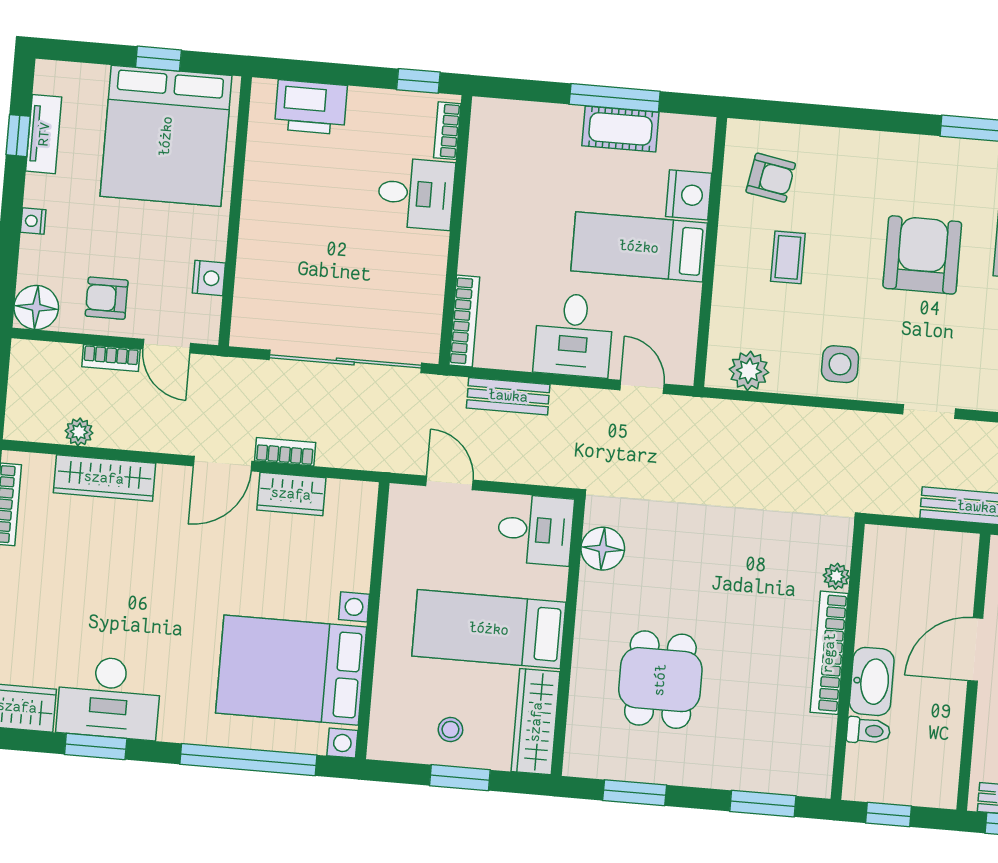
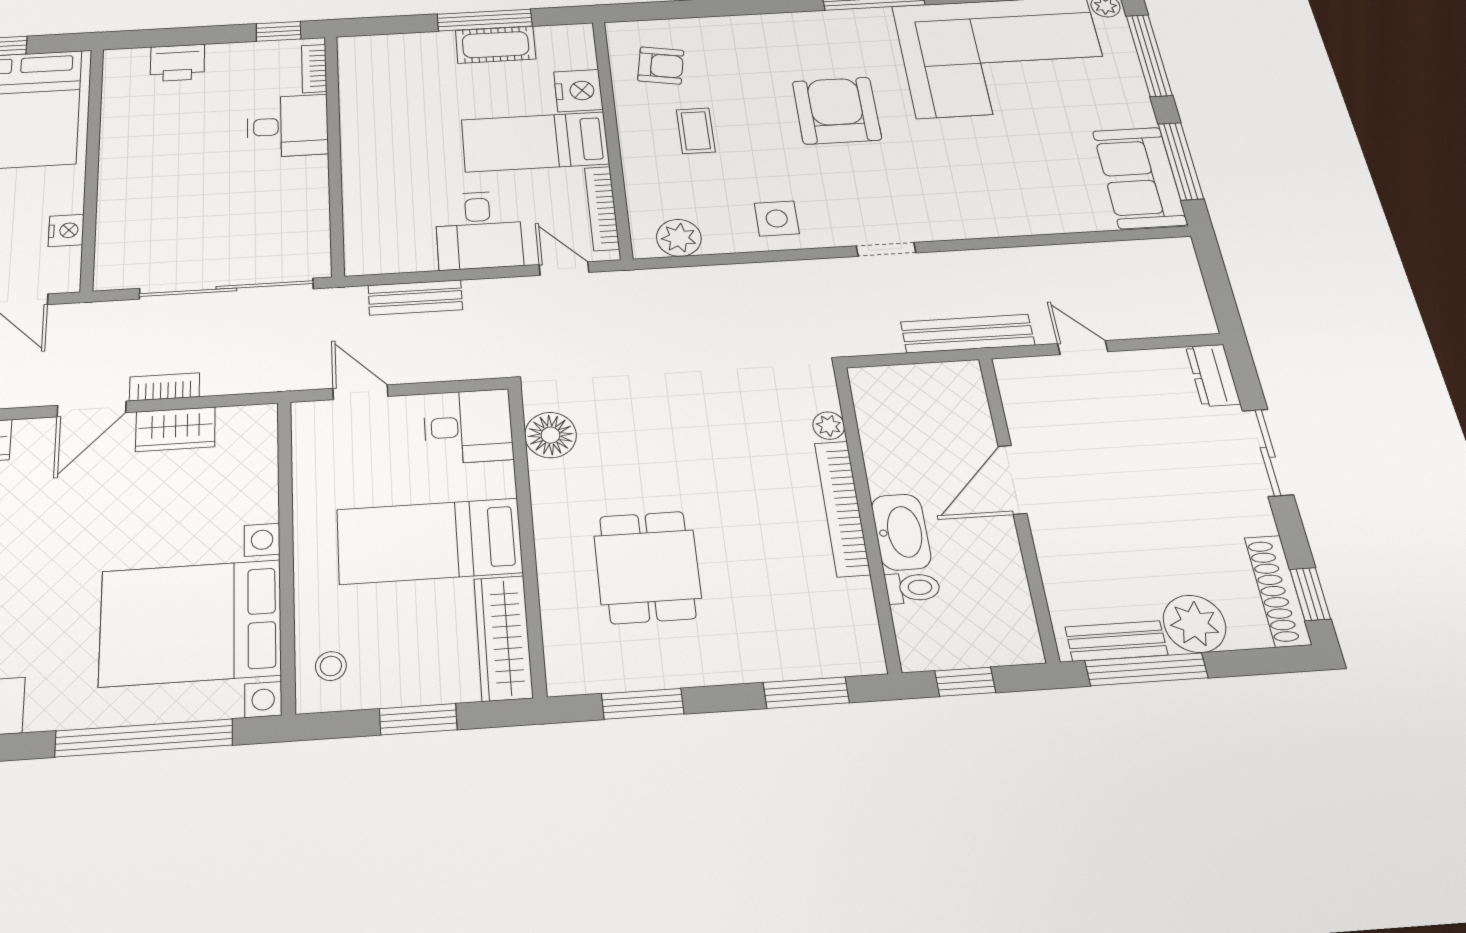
printer: (311, 107) -> (177, 63), width x0.73, depth x0.84
bookcase: (464, 321) -> (602, 208), moved, turned 180
stool: (450, 730) -> (331, 666), moved

